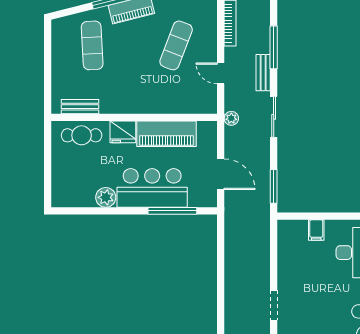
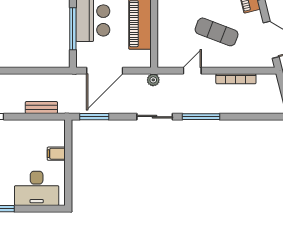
window: (274, 47) -> (201, 117), moved
bench: (263, 73) -> (41, 108), moved
door: (221, 174) -> (105, 71), width x1.36

